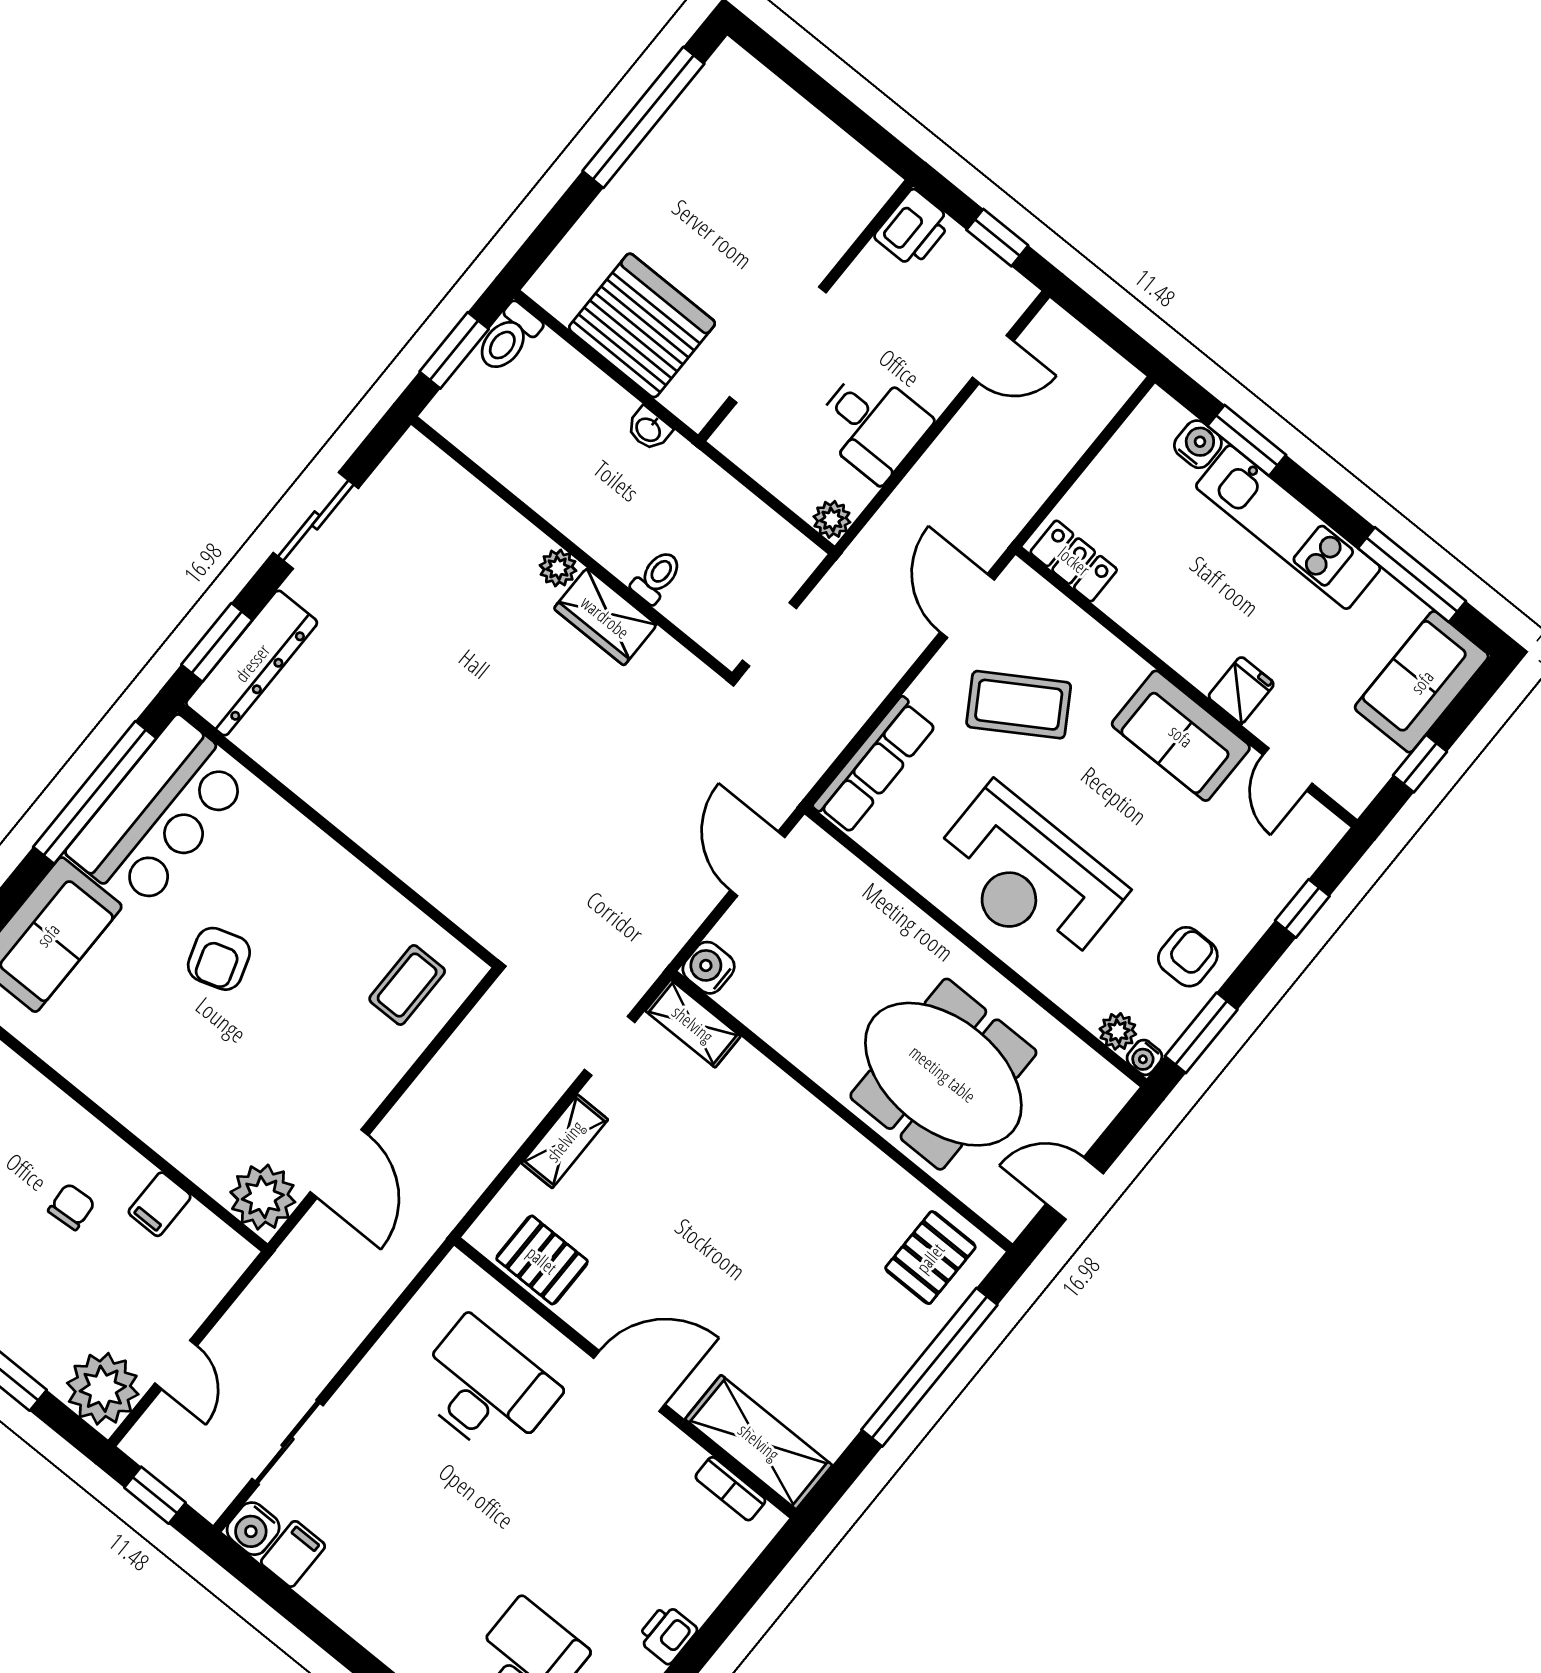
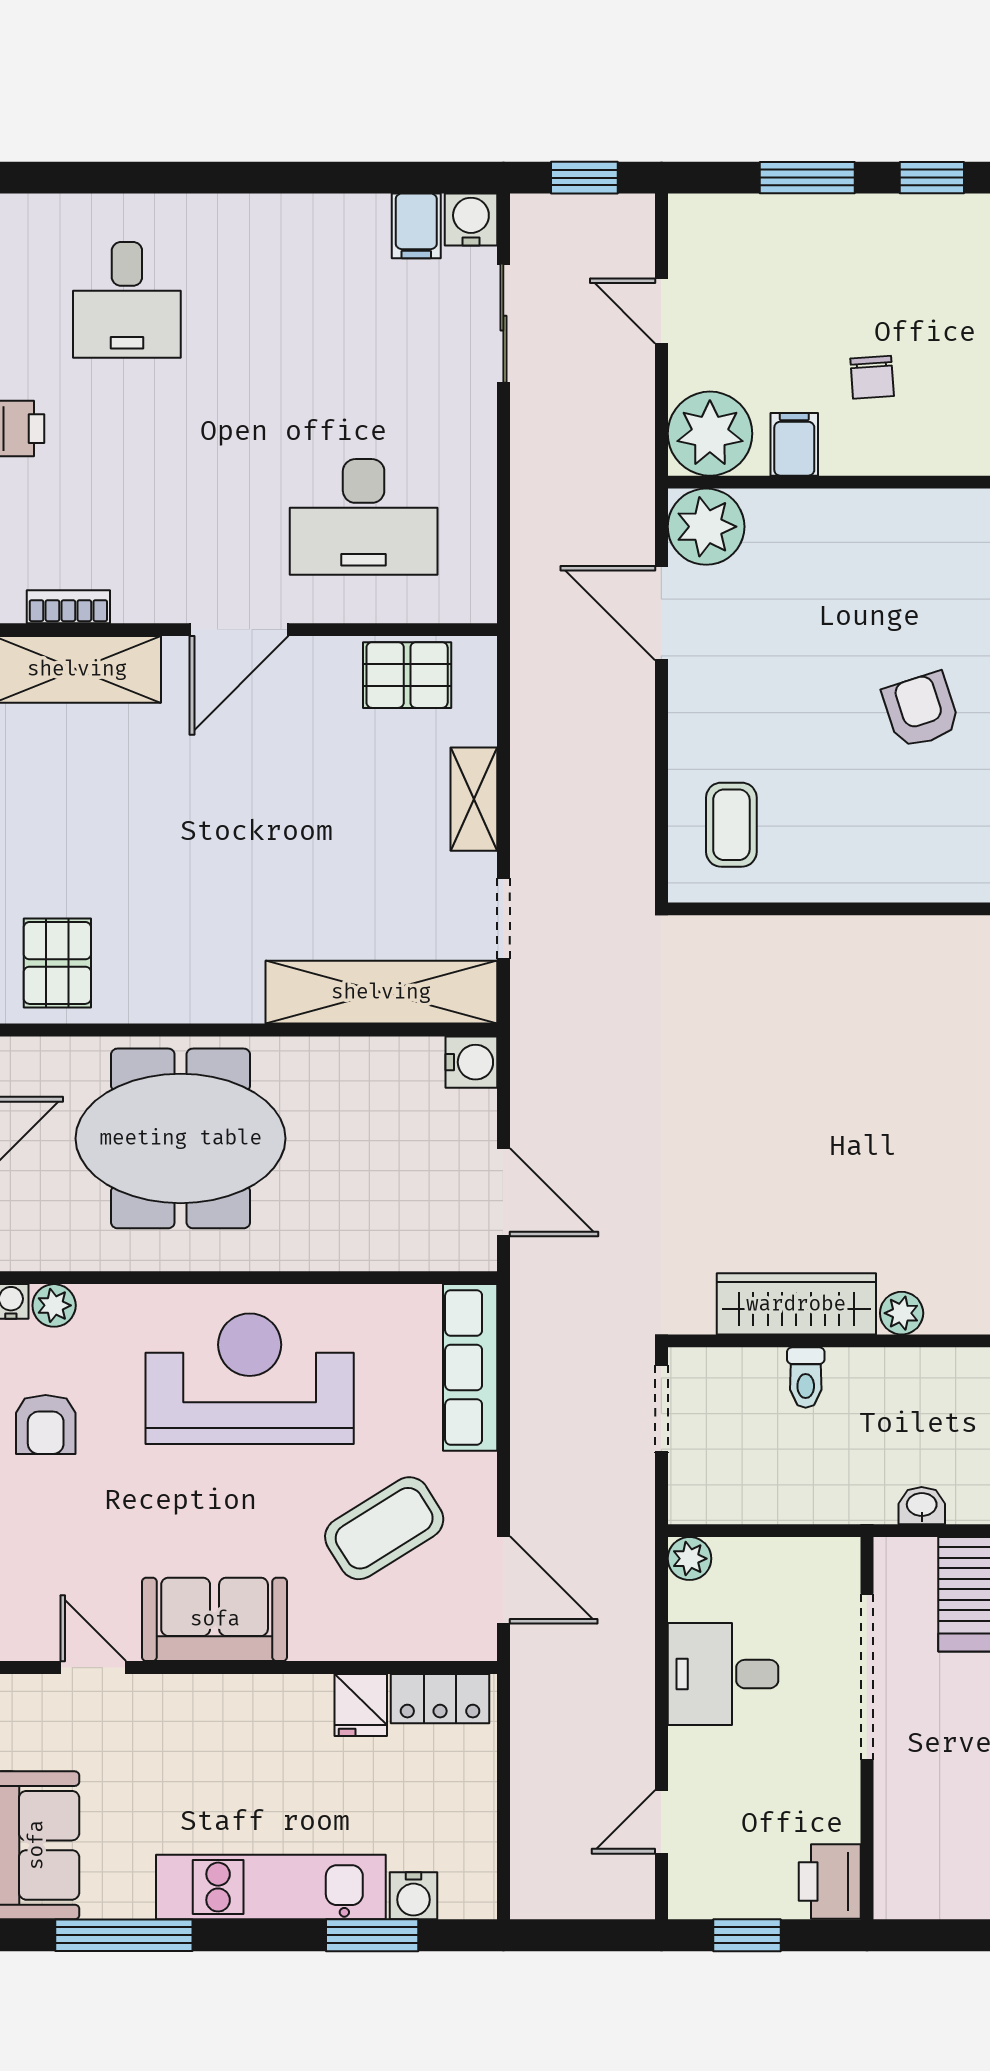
wardrobe: (605, 617) -> (796, 1304), width x1.50
fridge: (1241, 690) -> (361, 1705), moved
shelving: (693, 1024) -> (381, 992), width x2.20, depth x1.33
plant: (103, 1389) -> (710, 434), moved

